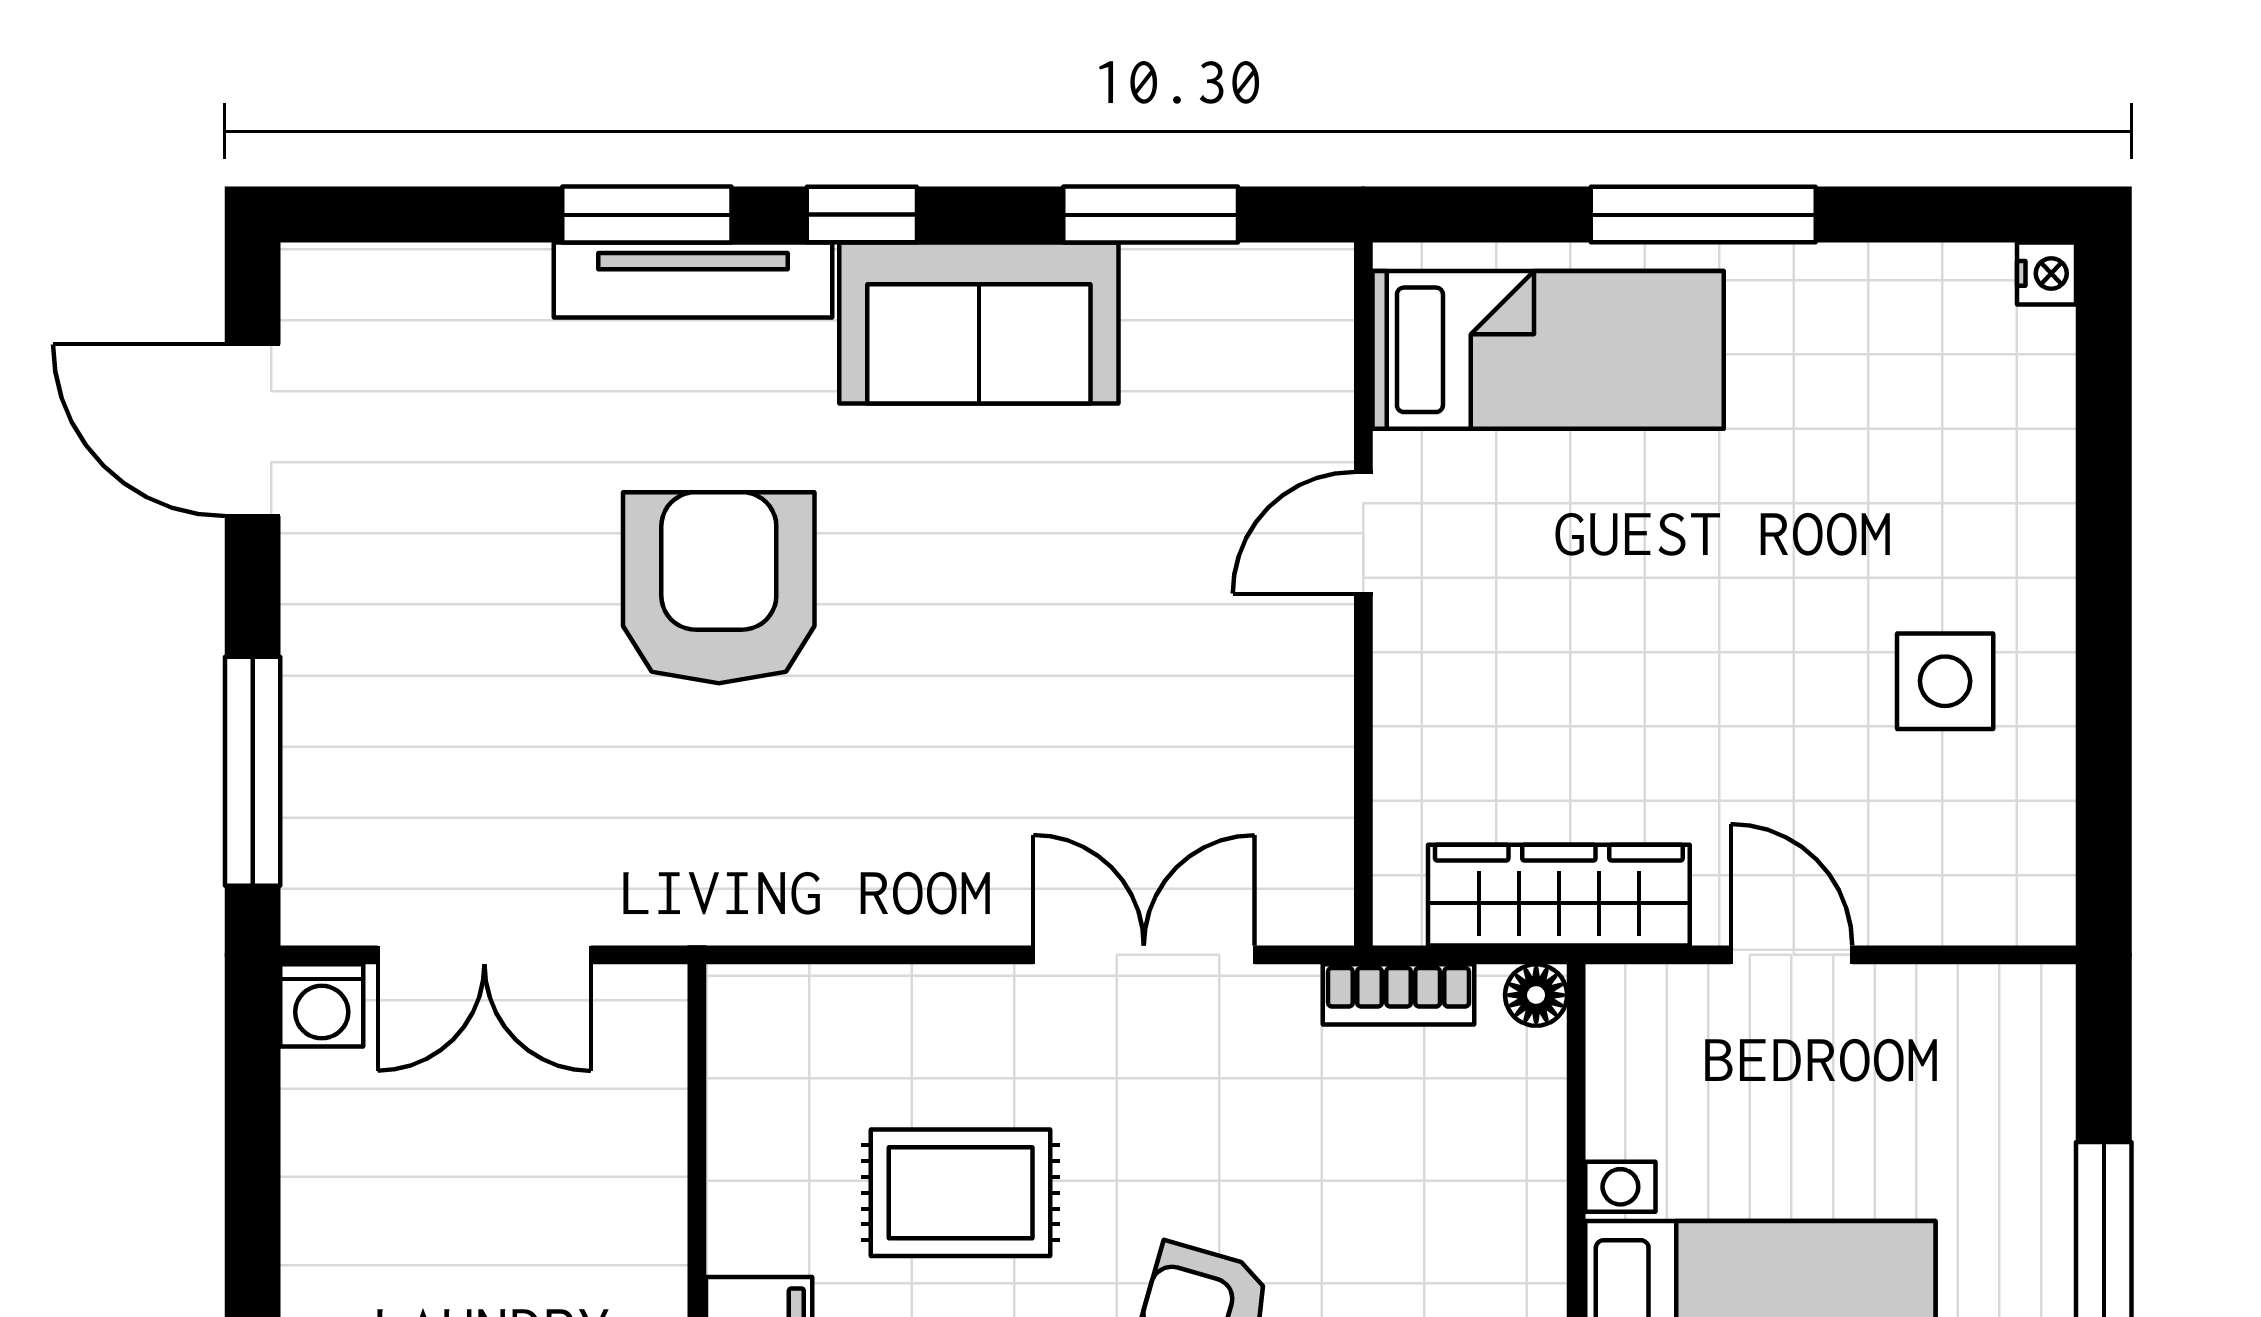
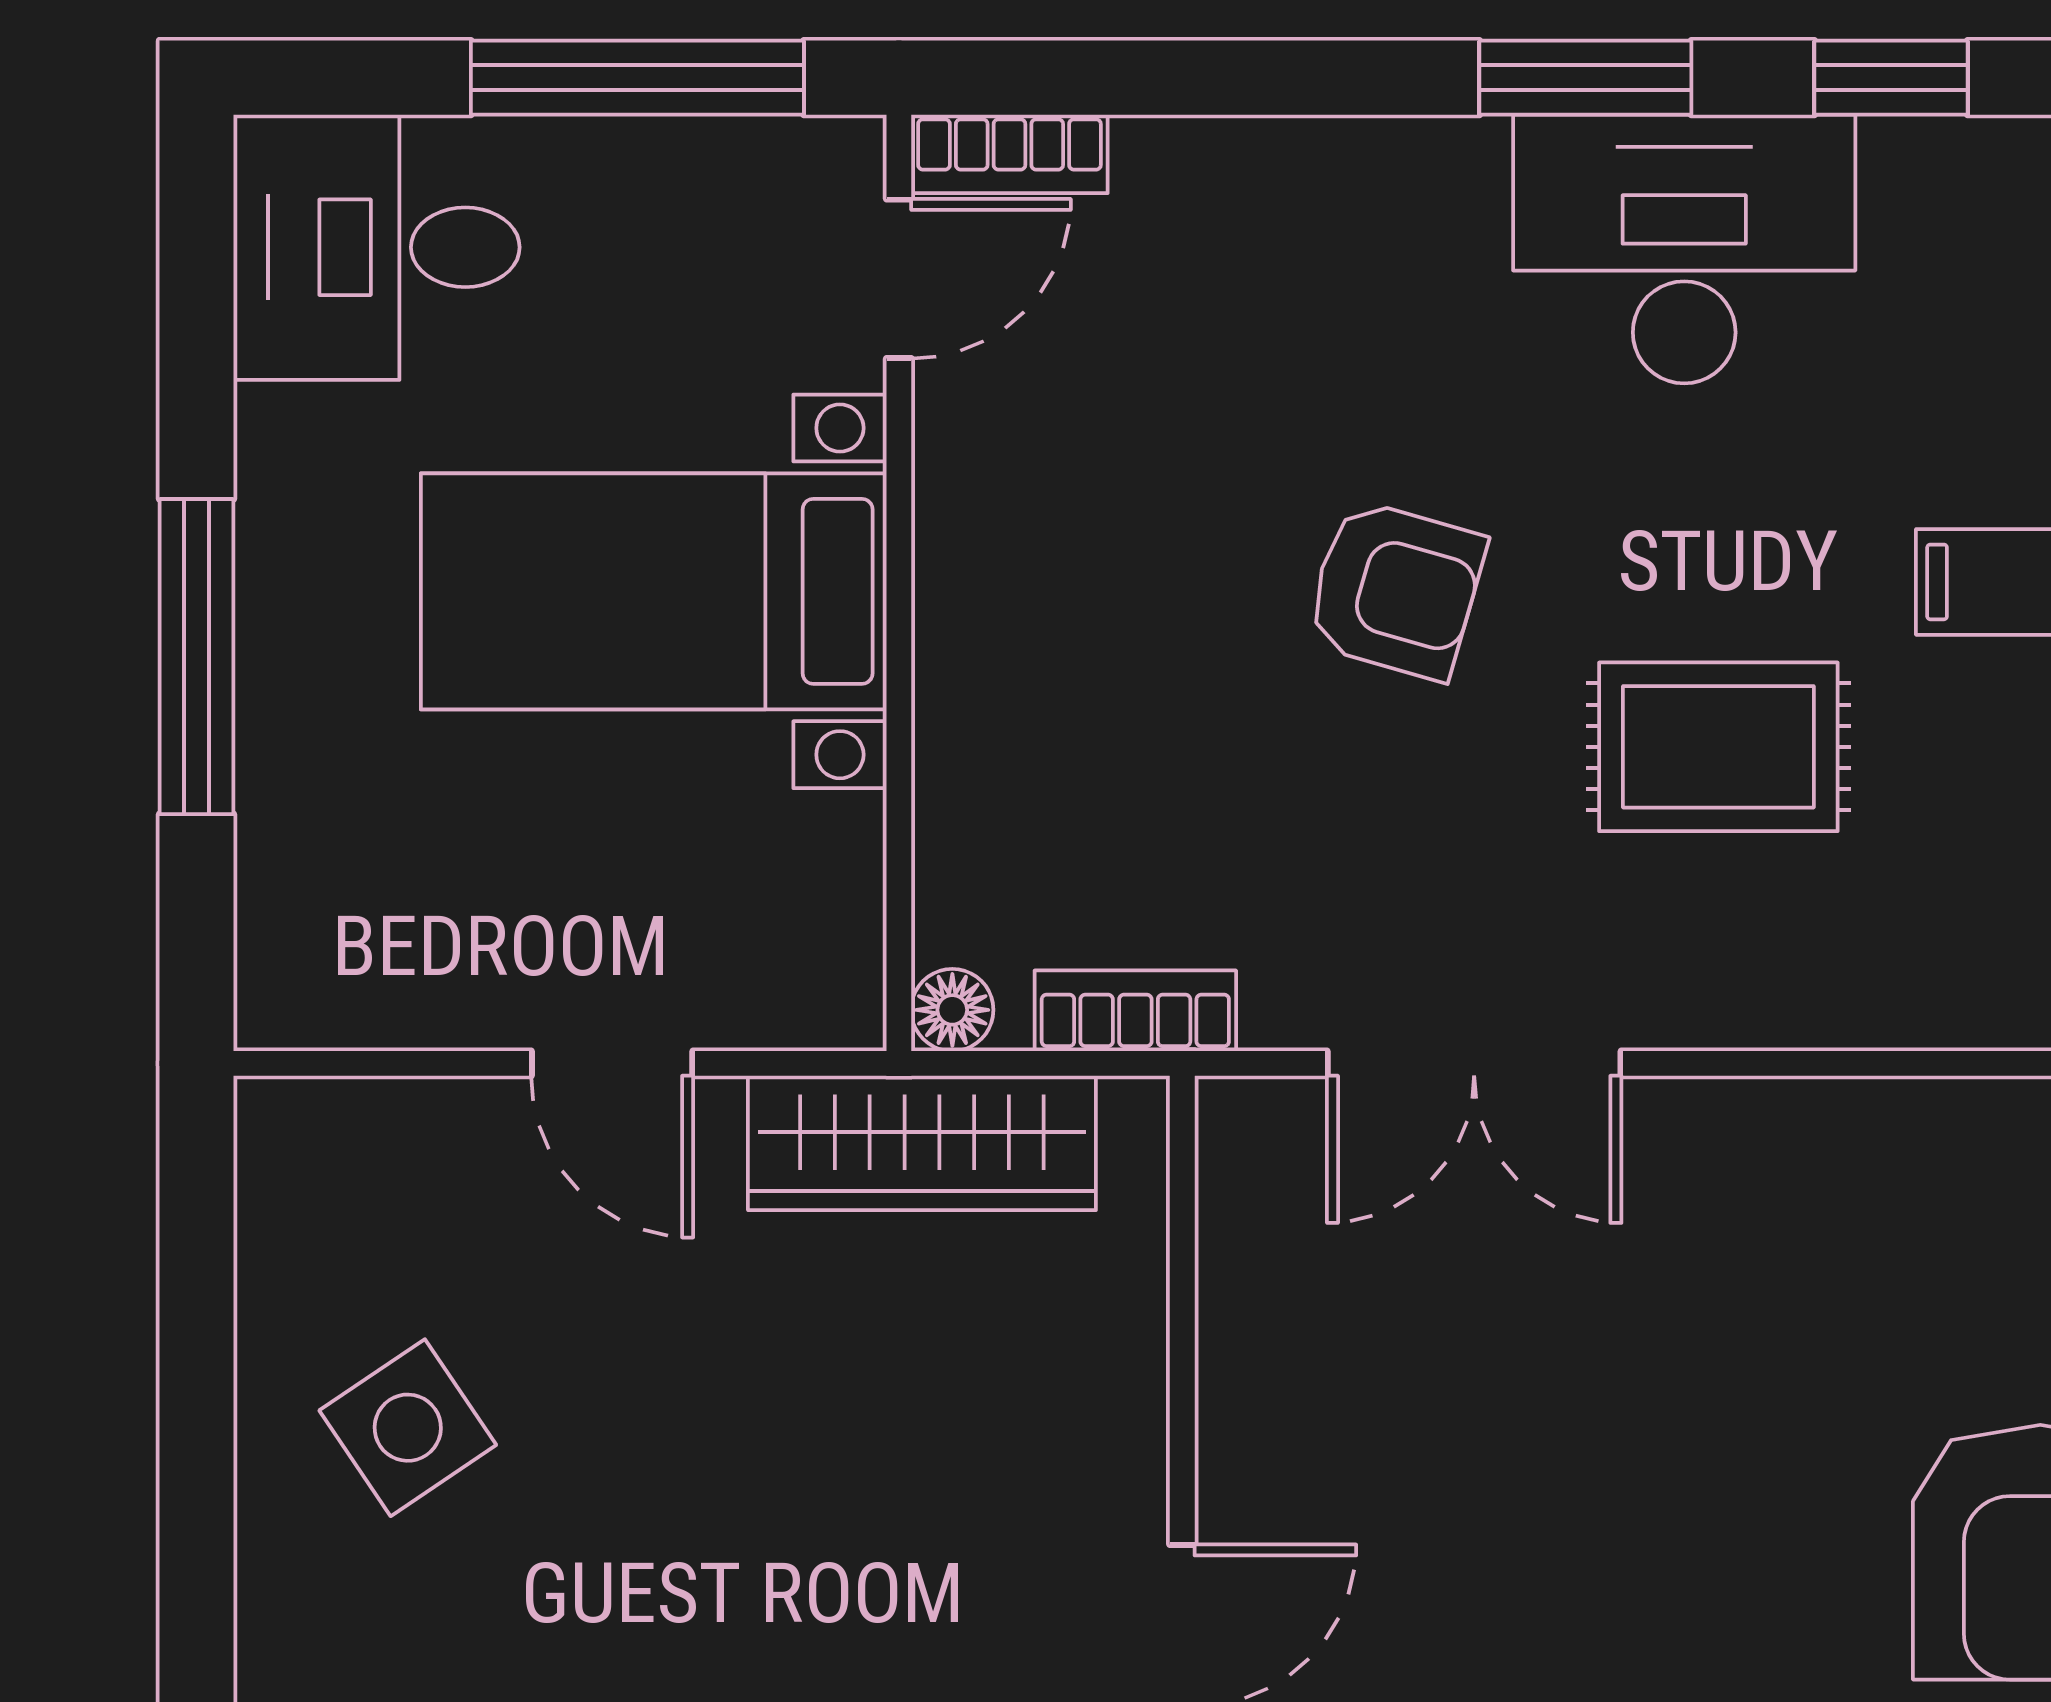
side table: (1945, 681) -> (408, 1428), turned -34

